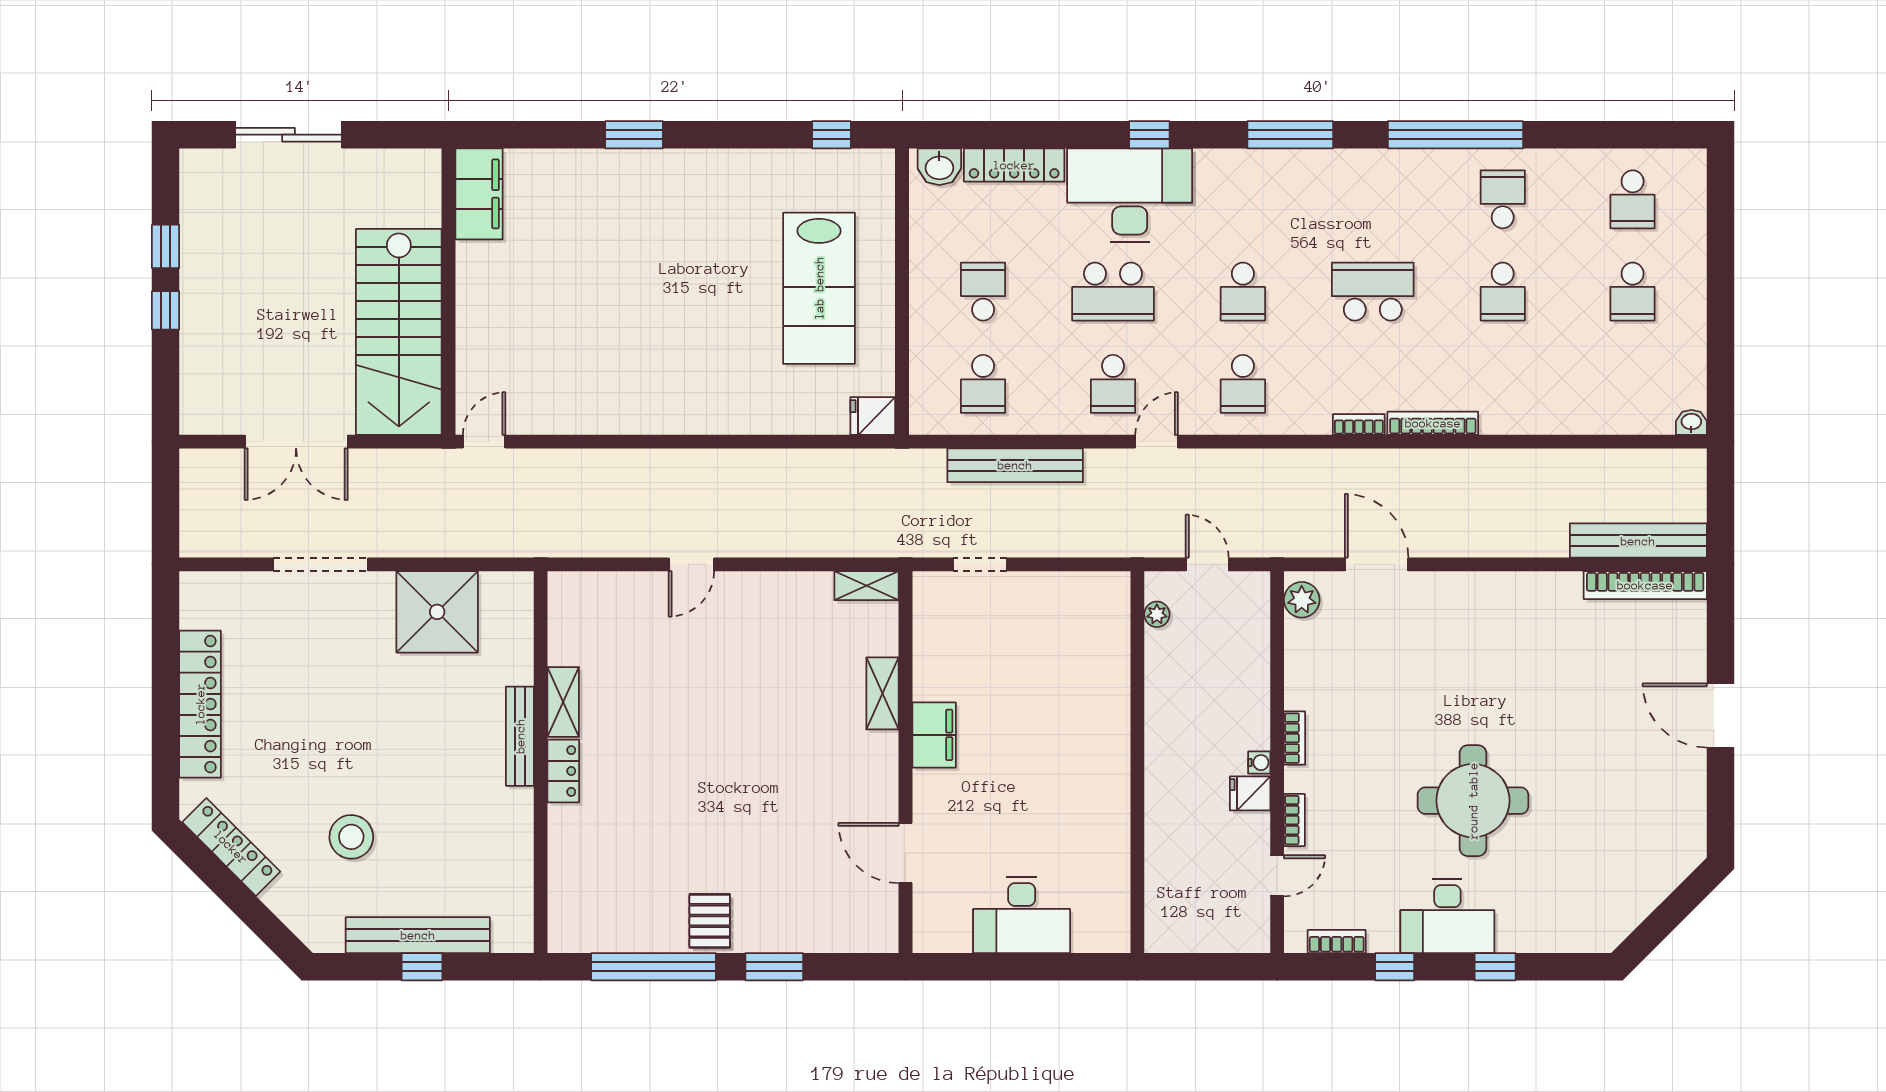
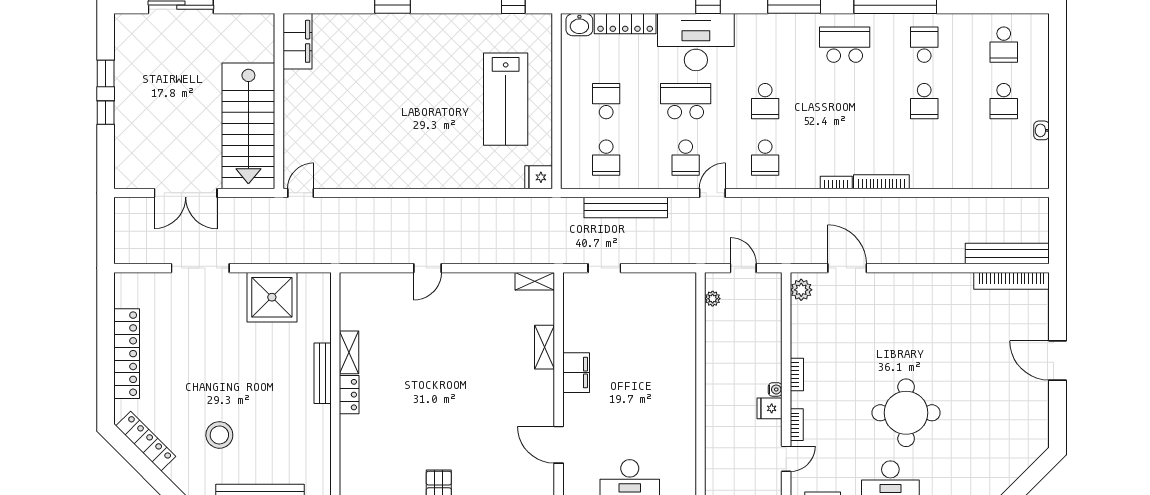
school desk: (1113, 292) -> (686, 101), turned 180
school desk: (1373, 292) -> (845, 45), moved
washbasin: (1691, 422) -> (1042, 130), moved, turned -90

